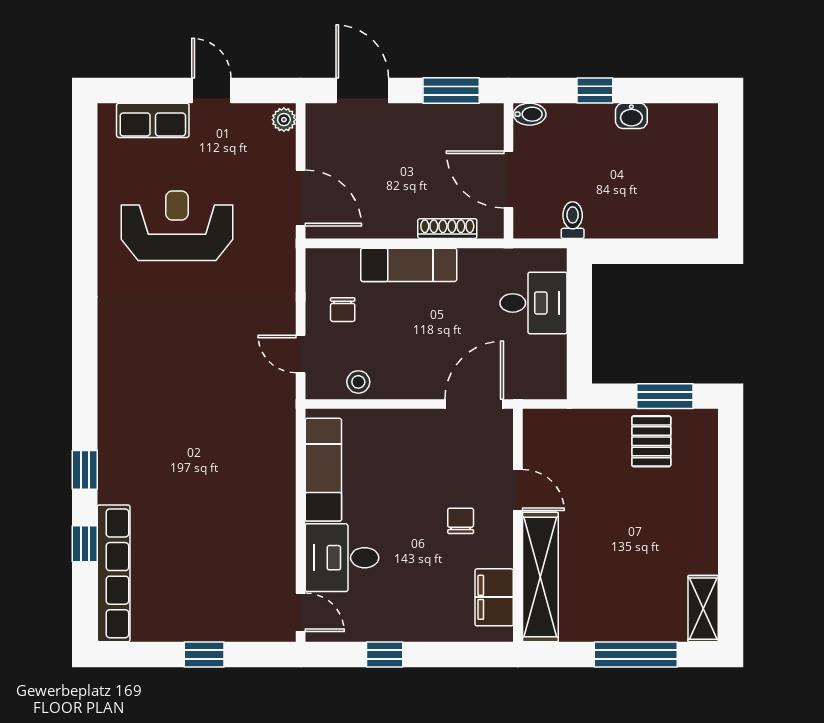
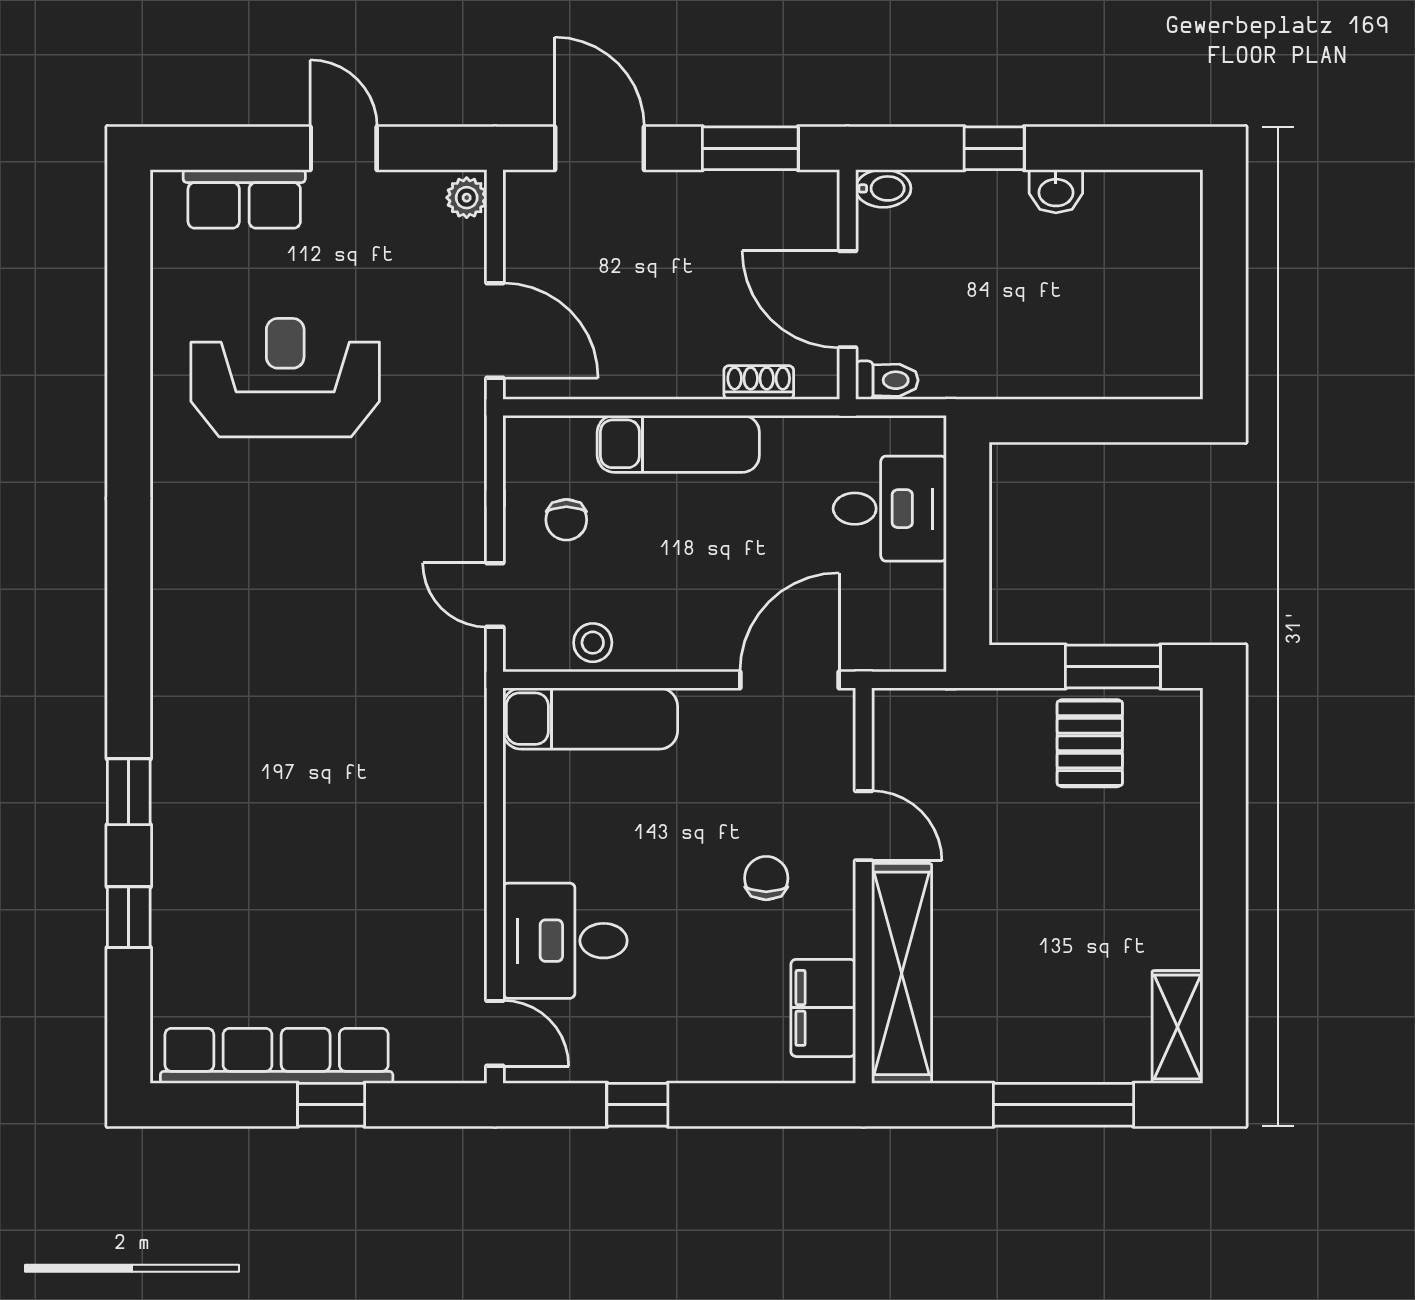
toilet: (573, 220) -> (887, 380), moved, turned 90
shoe rack: (447, 229) -> (759, 382), width x0.70
exam couch: (323, 470) -> (590, 719), moved, turned 90
row of seats: (114, 573) -> (277, 1056), moved, turned -90

